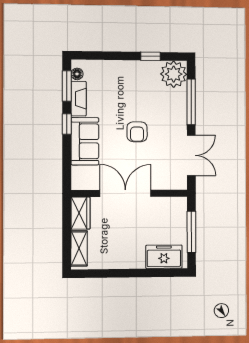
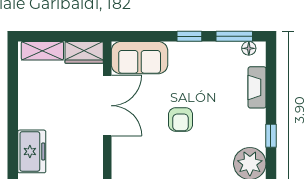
fireplace: (79, 99) -> (257, 87), moved, turned 90
armchair: (137, 132) -> (181, 120), turned -90
sofa: (85, 141) -> (140, 58), moved

